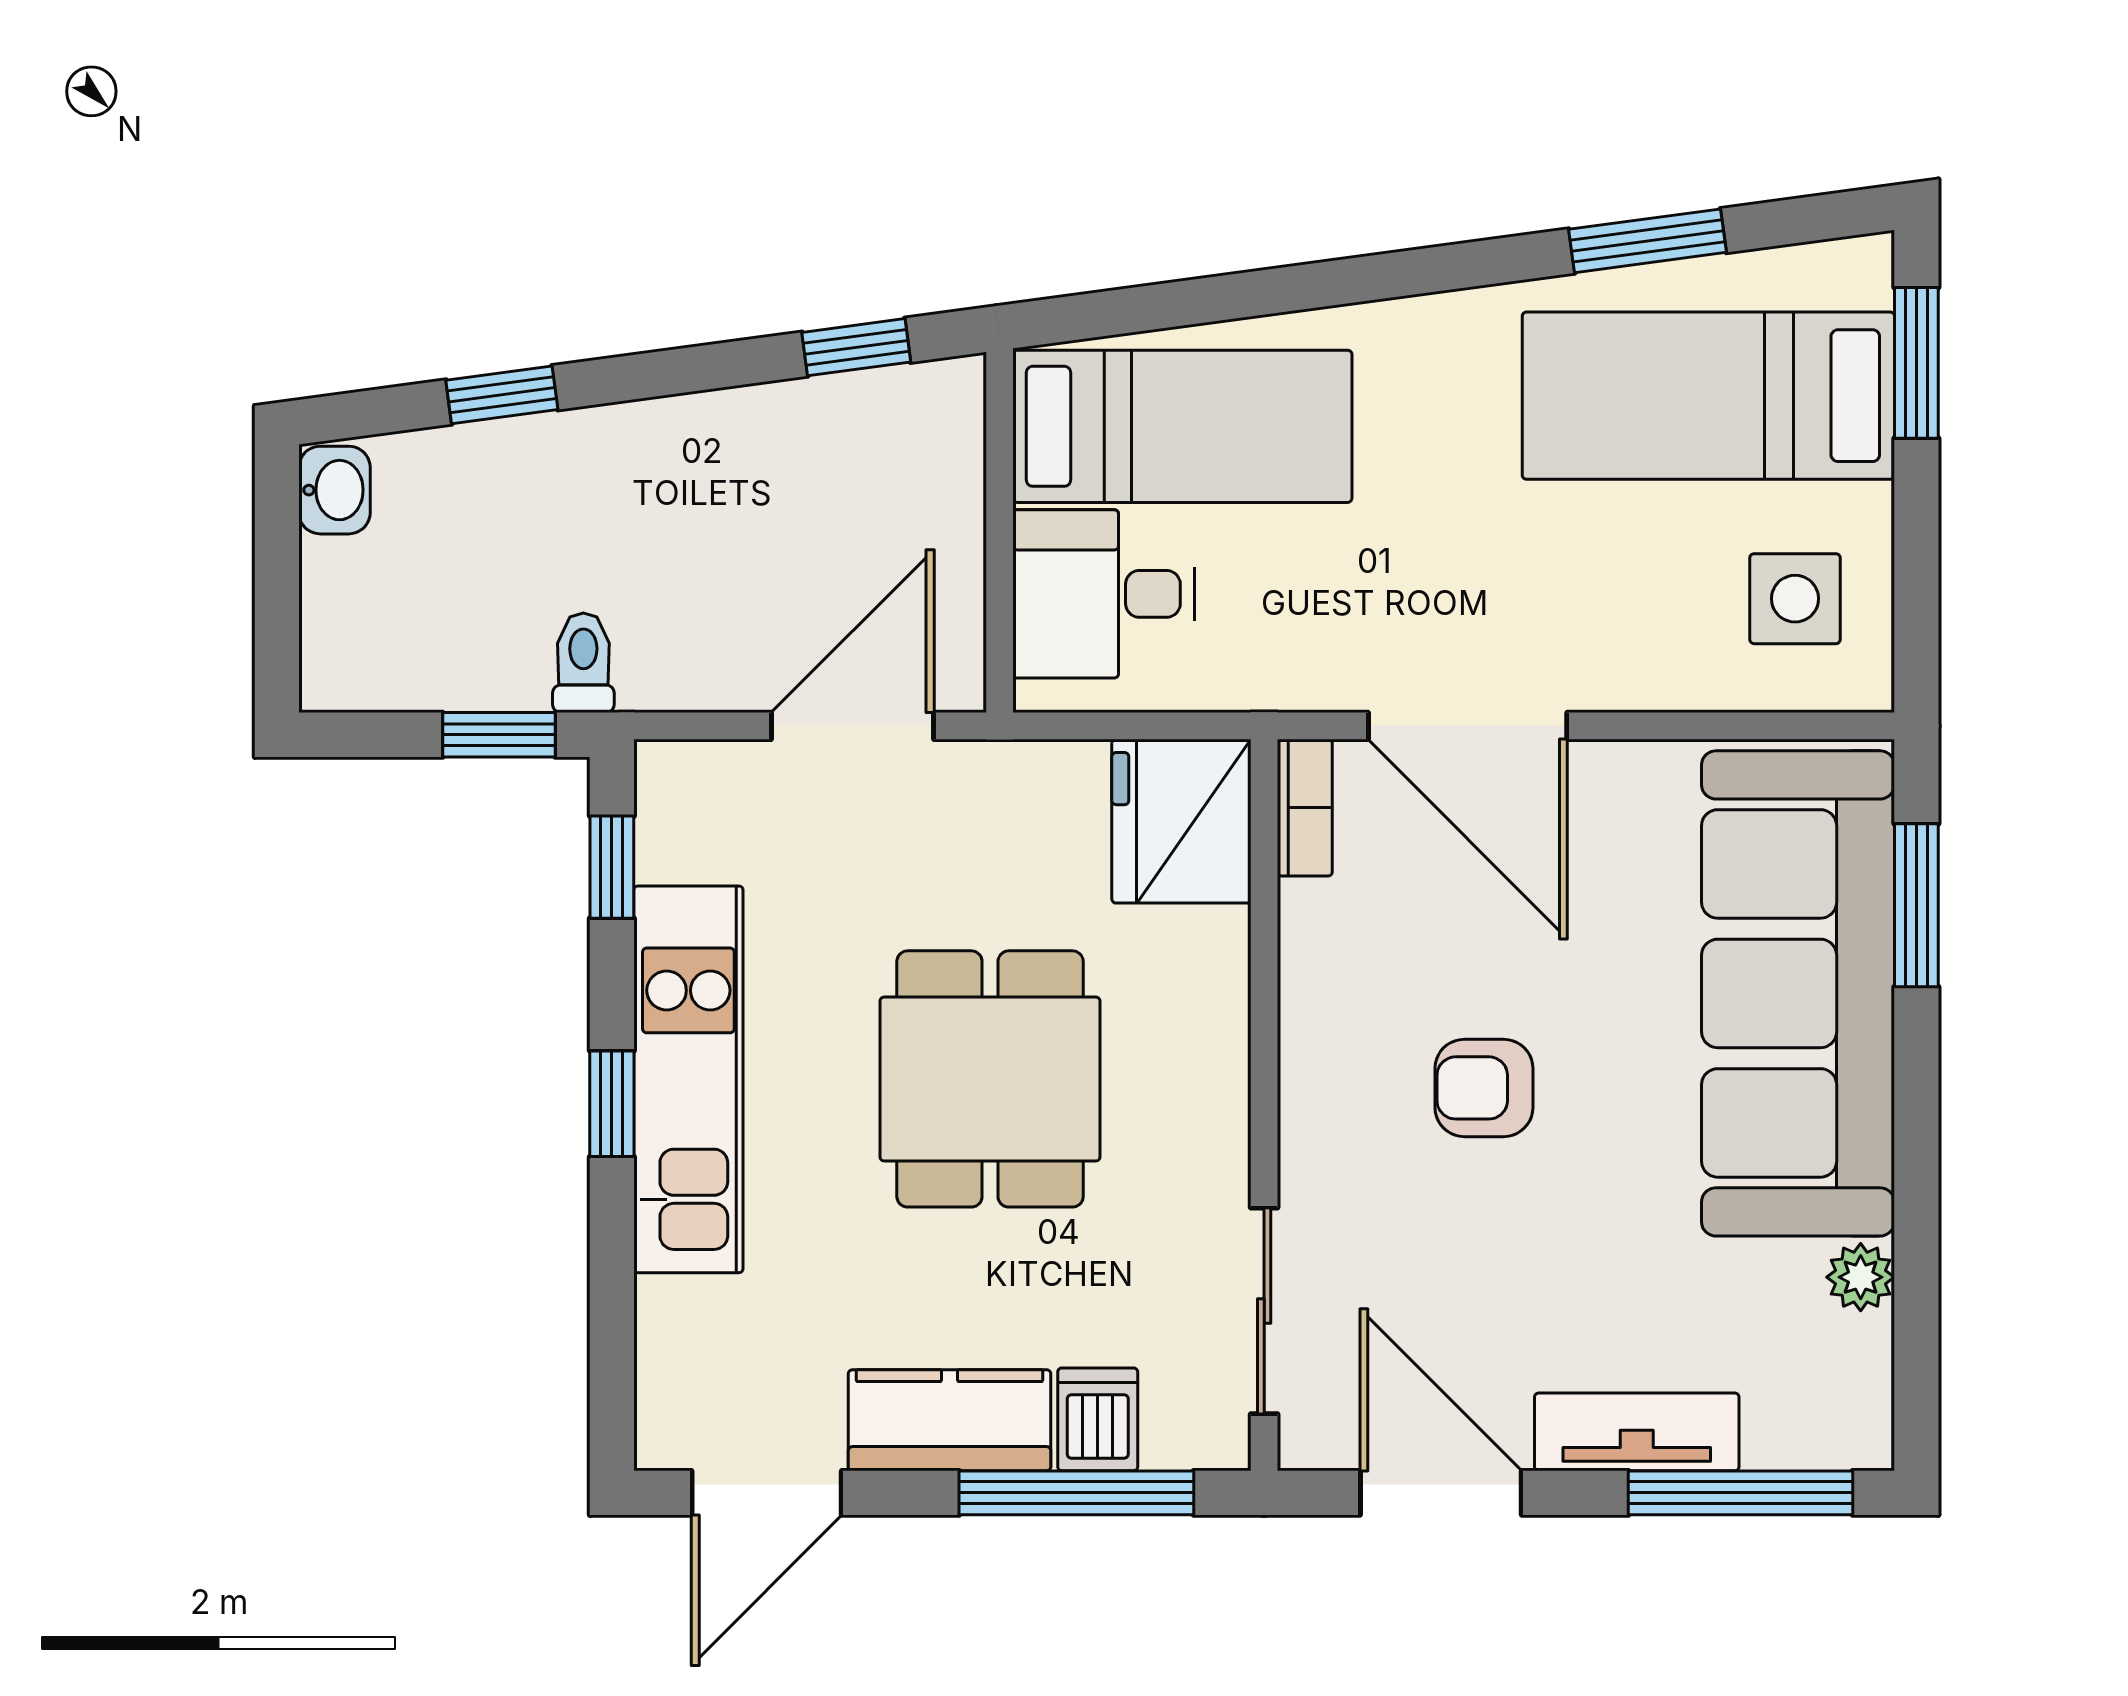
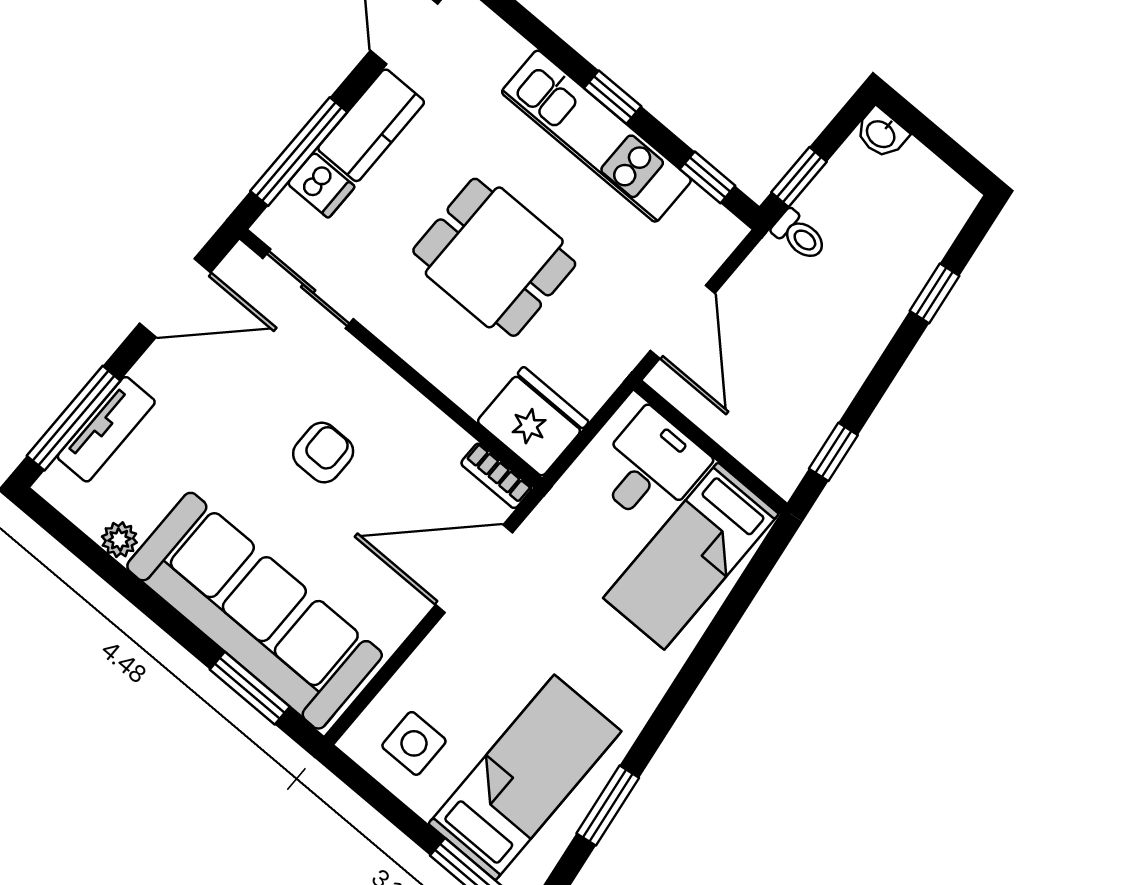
washbasin: (334, 490) -> (881, 133), moved
tv unit: (1637, 1432) -> (106, 429), moved

